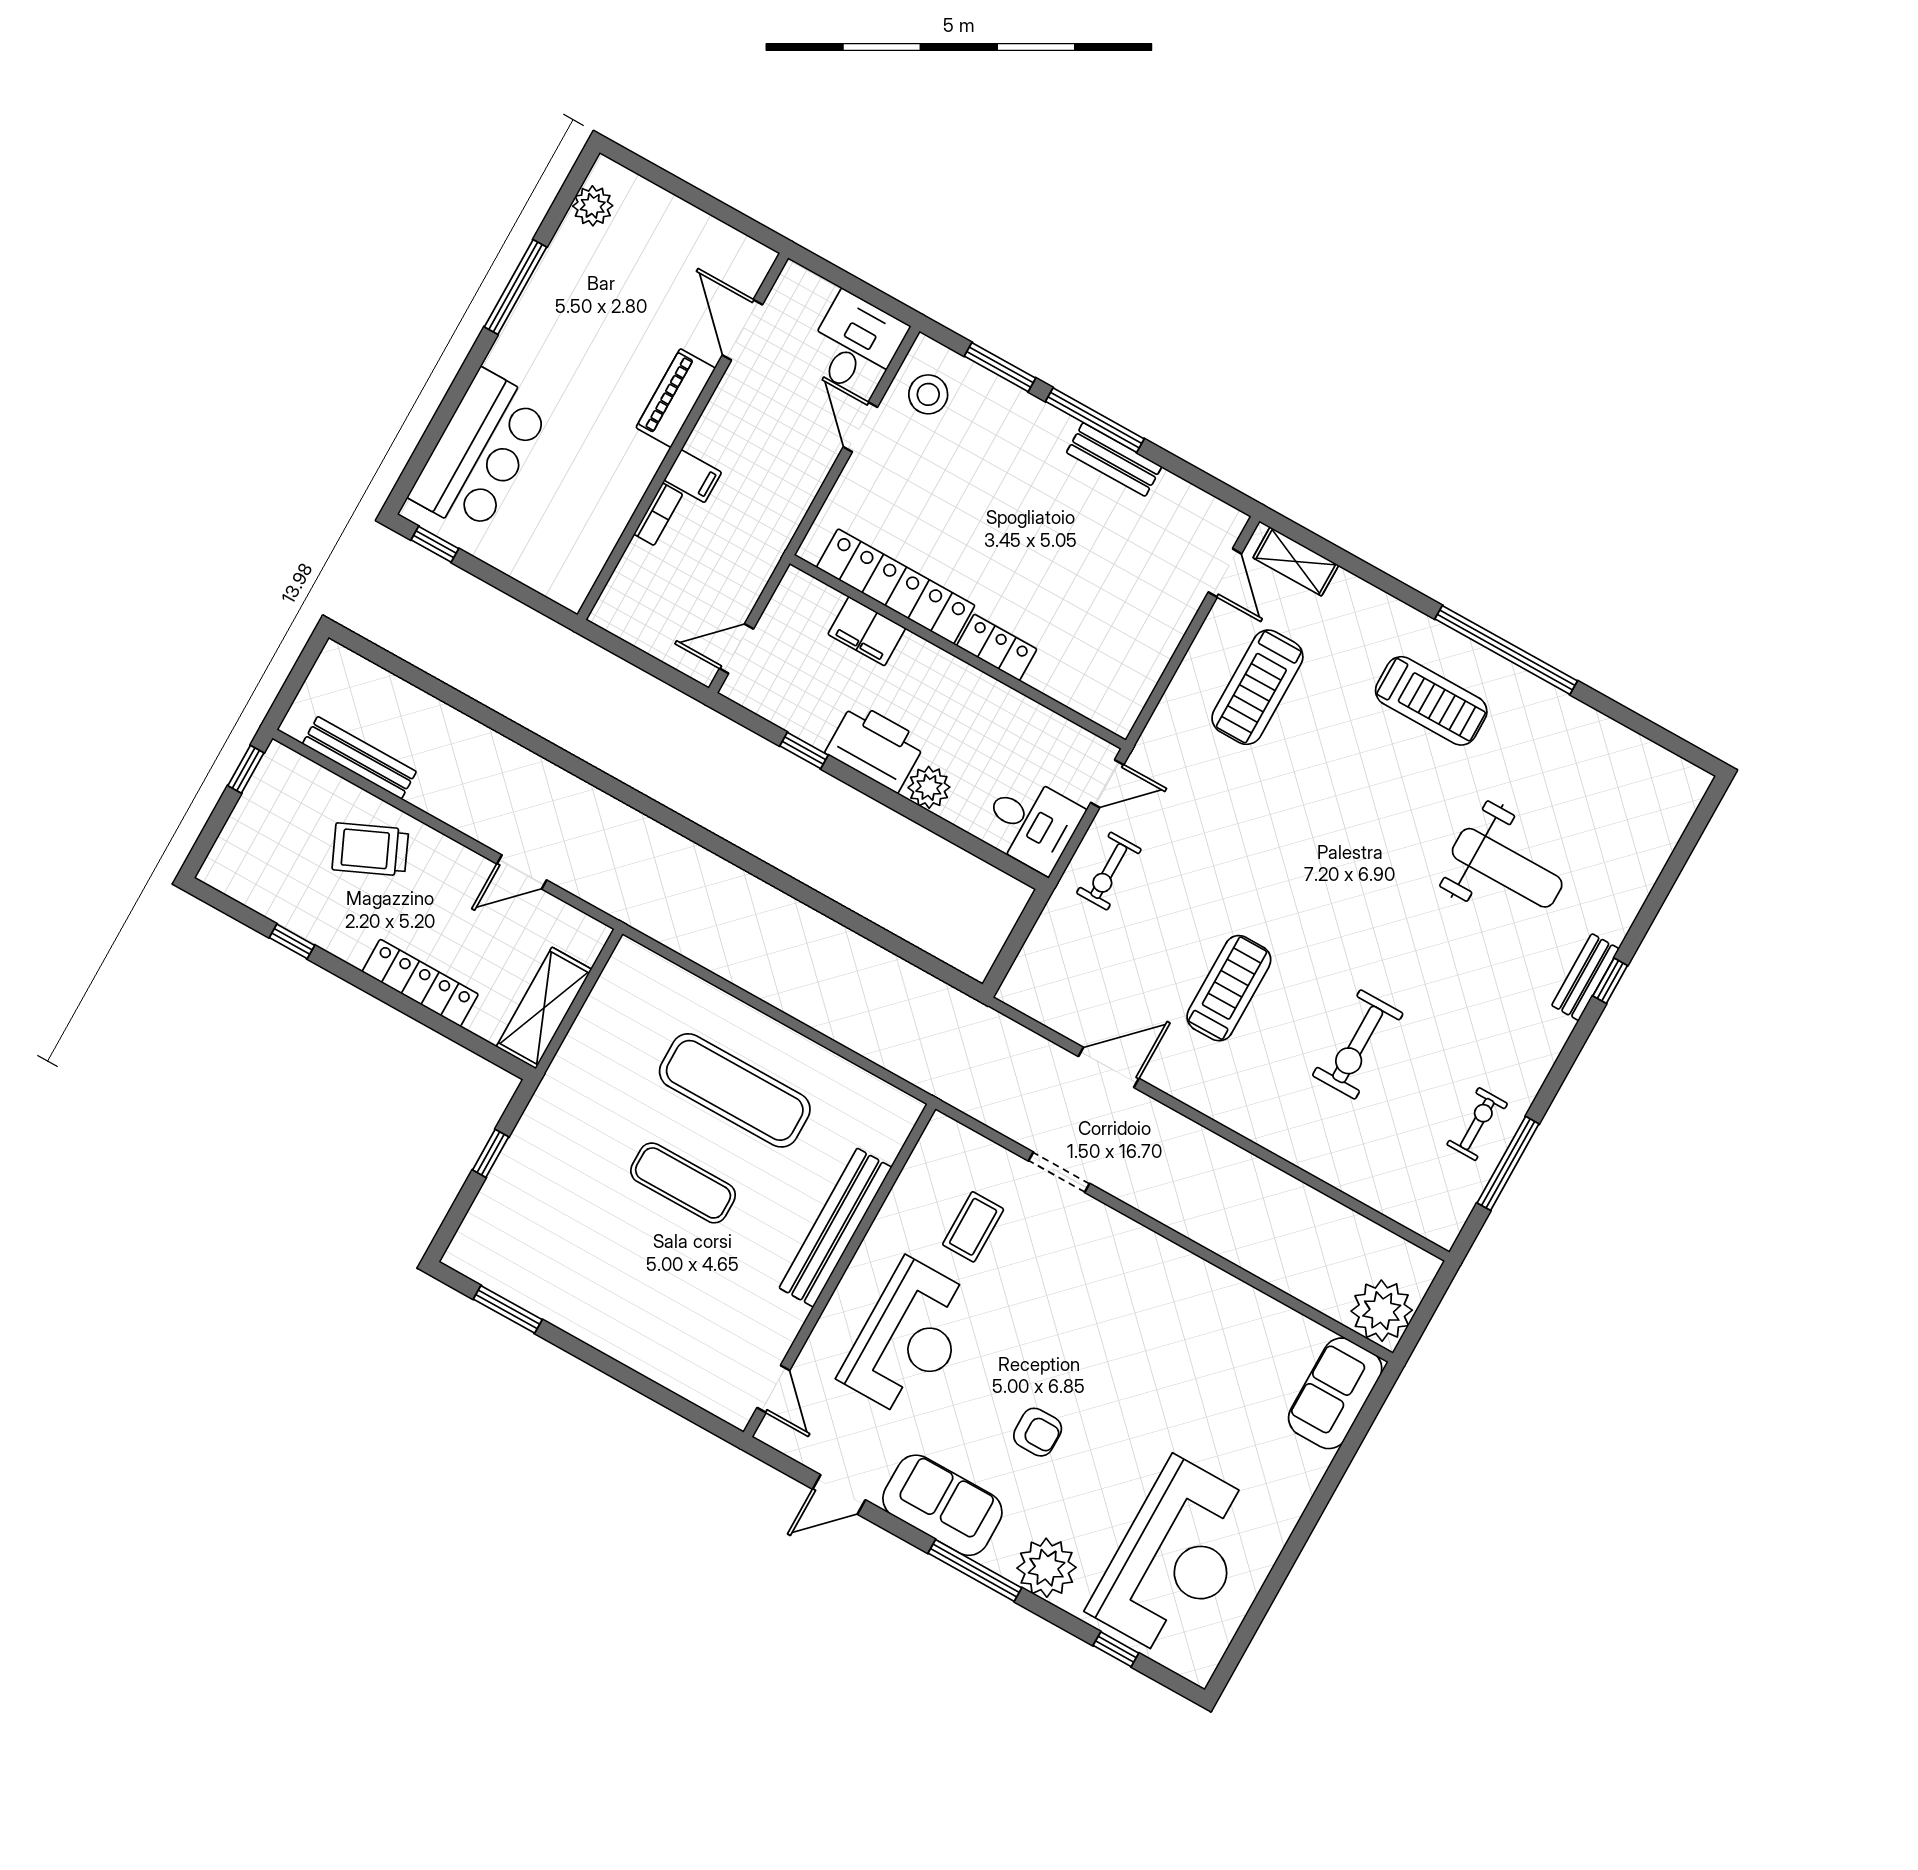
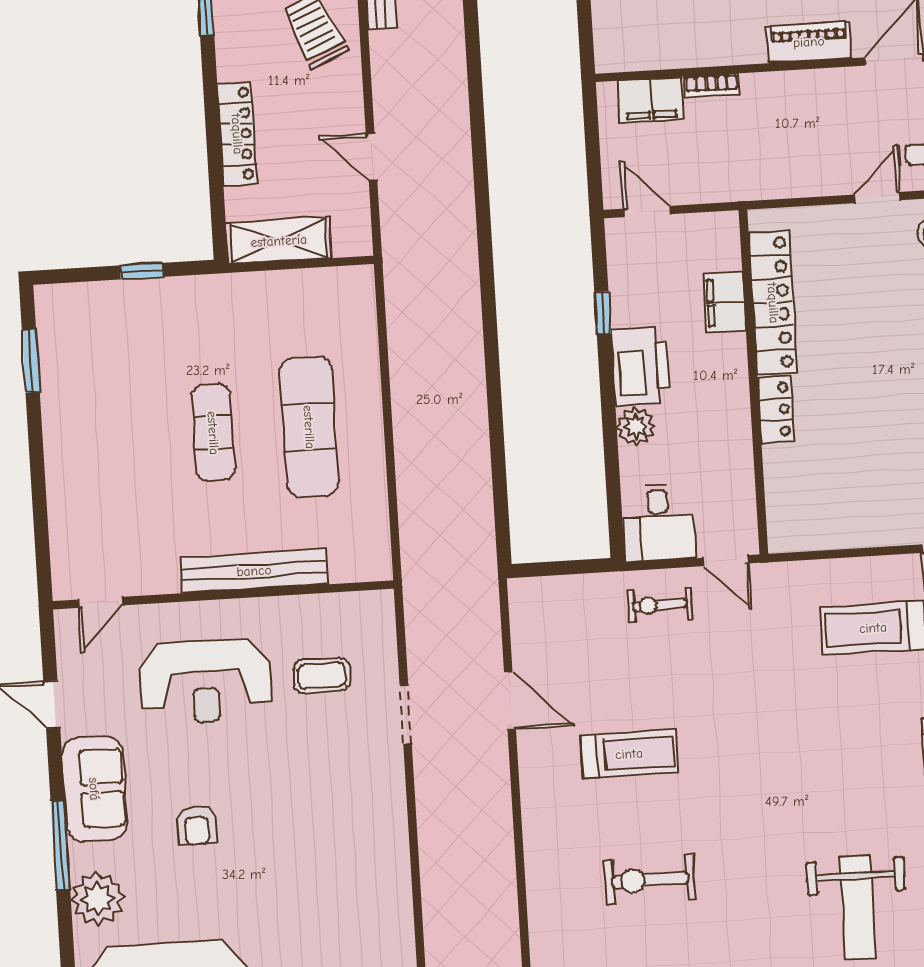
filing cabinet: (693, 476) -> (651, 100), moved, width x2.00

